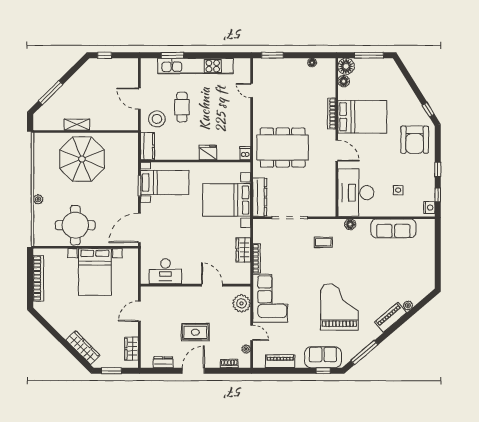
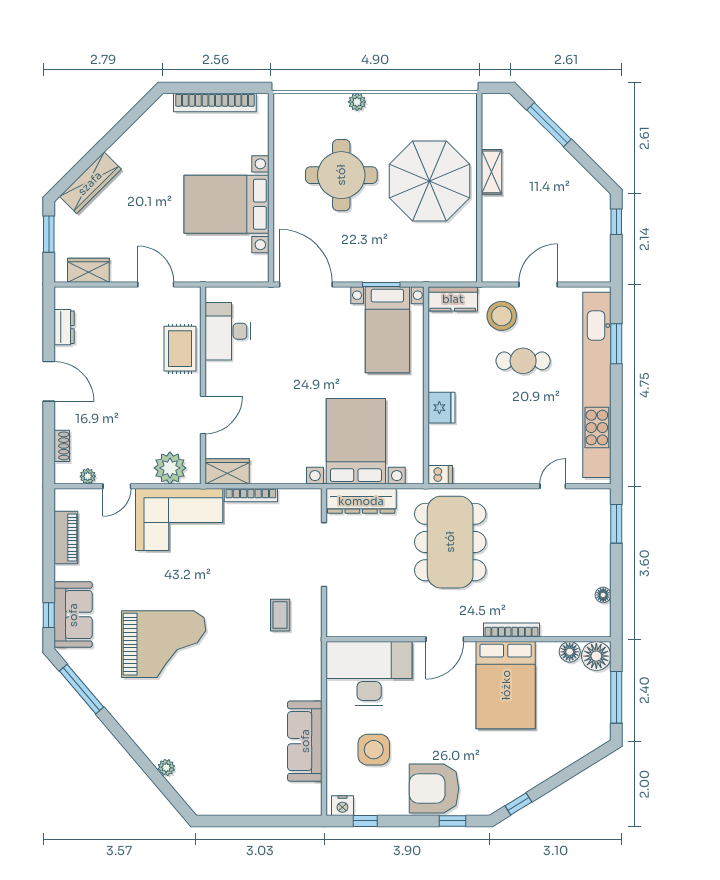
kitchen unit: (195, 66) -> (597, 385), width x1.36
armchair: (415, 140) -> (434, 789), moved
window: (438, 169) -> (452, 821), moved
side table: (398, 190) -> (374, 750), width x1.87, depth x1.87
floor lamp: (350, 224) -> (312, 663), removed
round table: (75, 225) -> (341, 175), moved
wardrobe: (243, 250) -> (227, 471), moved
piano: (391, 317) -> (145, 736), removed
rug: (195, 332) -> (180, 349), moved

